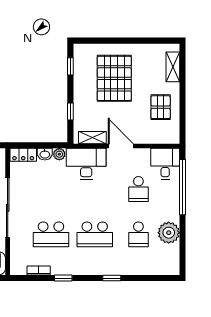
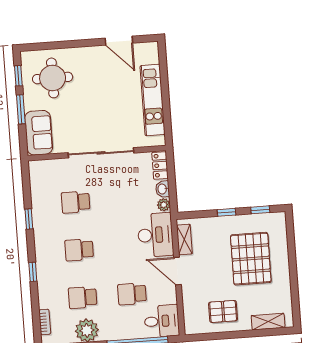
pallet: (114, 78) -> (251, 259), turned 90
window: (70, 112) -> (226, 212), moved
door: (121, 146) -> (177, 271), swing flipped
school desk: (51, 234) -> (76, 202), width x0.54
school desk: (95, 234) -> (79, 250), width x0.54
bookcase: (39, 270) -> (45, 322), moved

